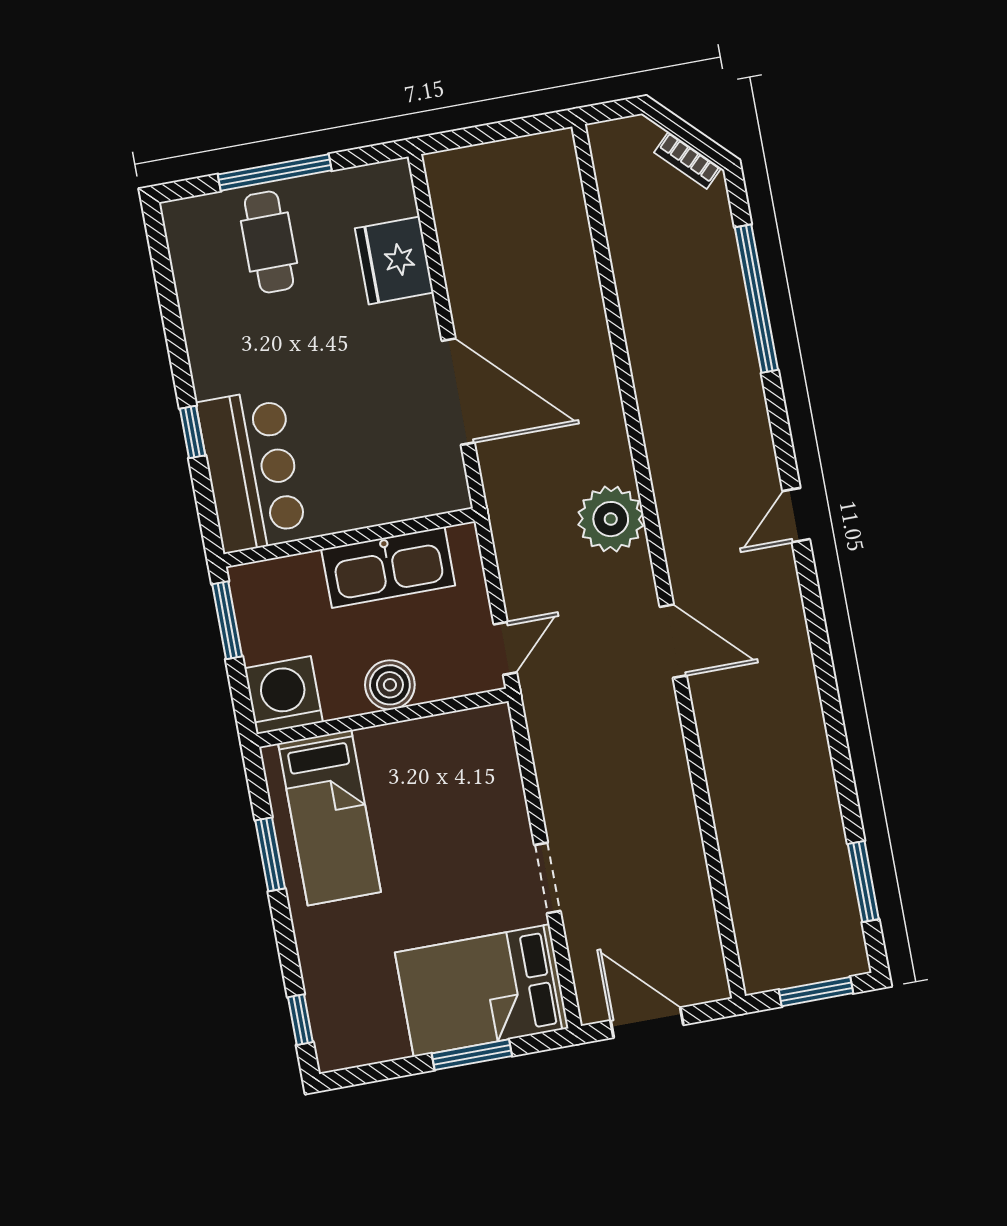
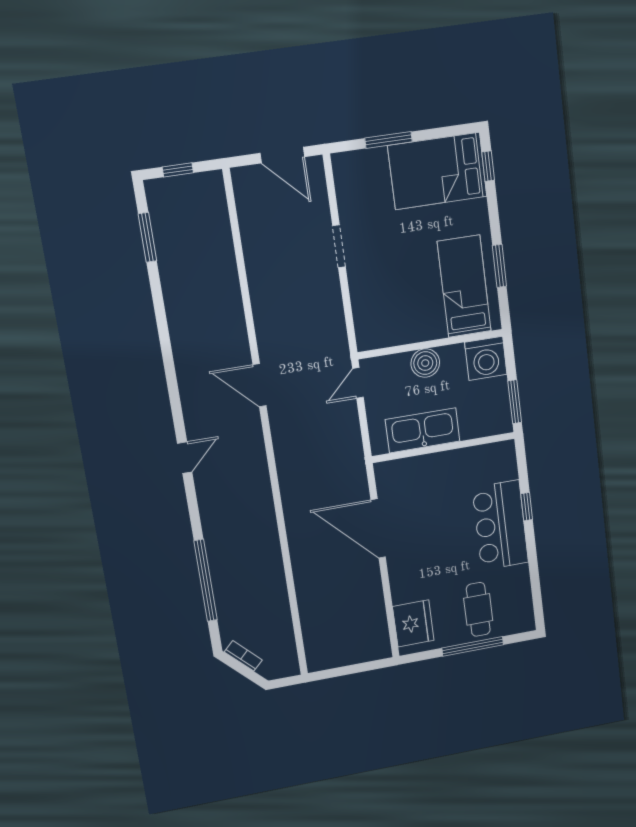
fridge: (394, 260) -> (413, 623), moved
bar counter: (252, 471) -> (500, 525), moved
plant: (611, 519) -> (294, 456), removed
bed: (482, 990) -> (437, 171), moved, turned 180
window: (816, 992) -> (178, 170), width x0.67

